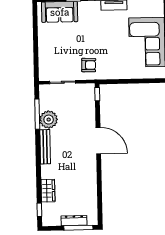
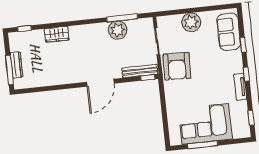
plant: (47, 47) -> (191, 22), added
armchair: (89, 65) -> (177, 66), width x1.88, depth x1.88
bench: (45, 147) -> (140, 71), moved
wardrobe: (48, 191) -> (57, 34), moved

